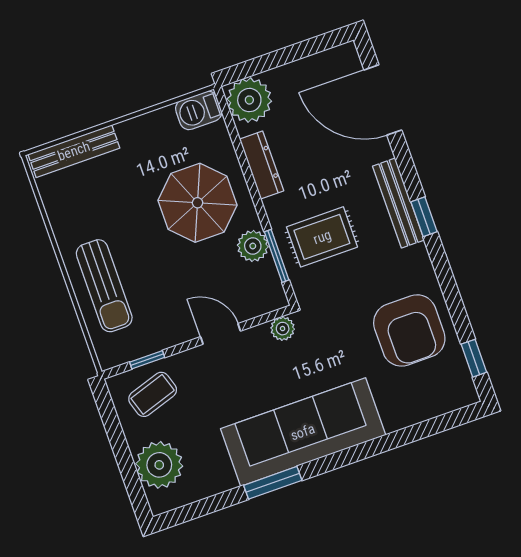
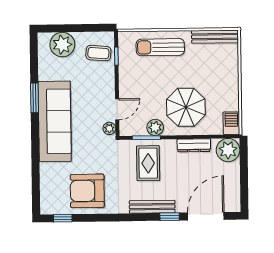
bench: (74, 151) -> (215, 37), moved, turned 90
window: (424, 217) -> (170, 217), moved
door: (221, 334) -> (117, 109), moved
coffee table: (153, 394) -> (98, 53), turned -67

